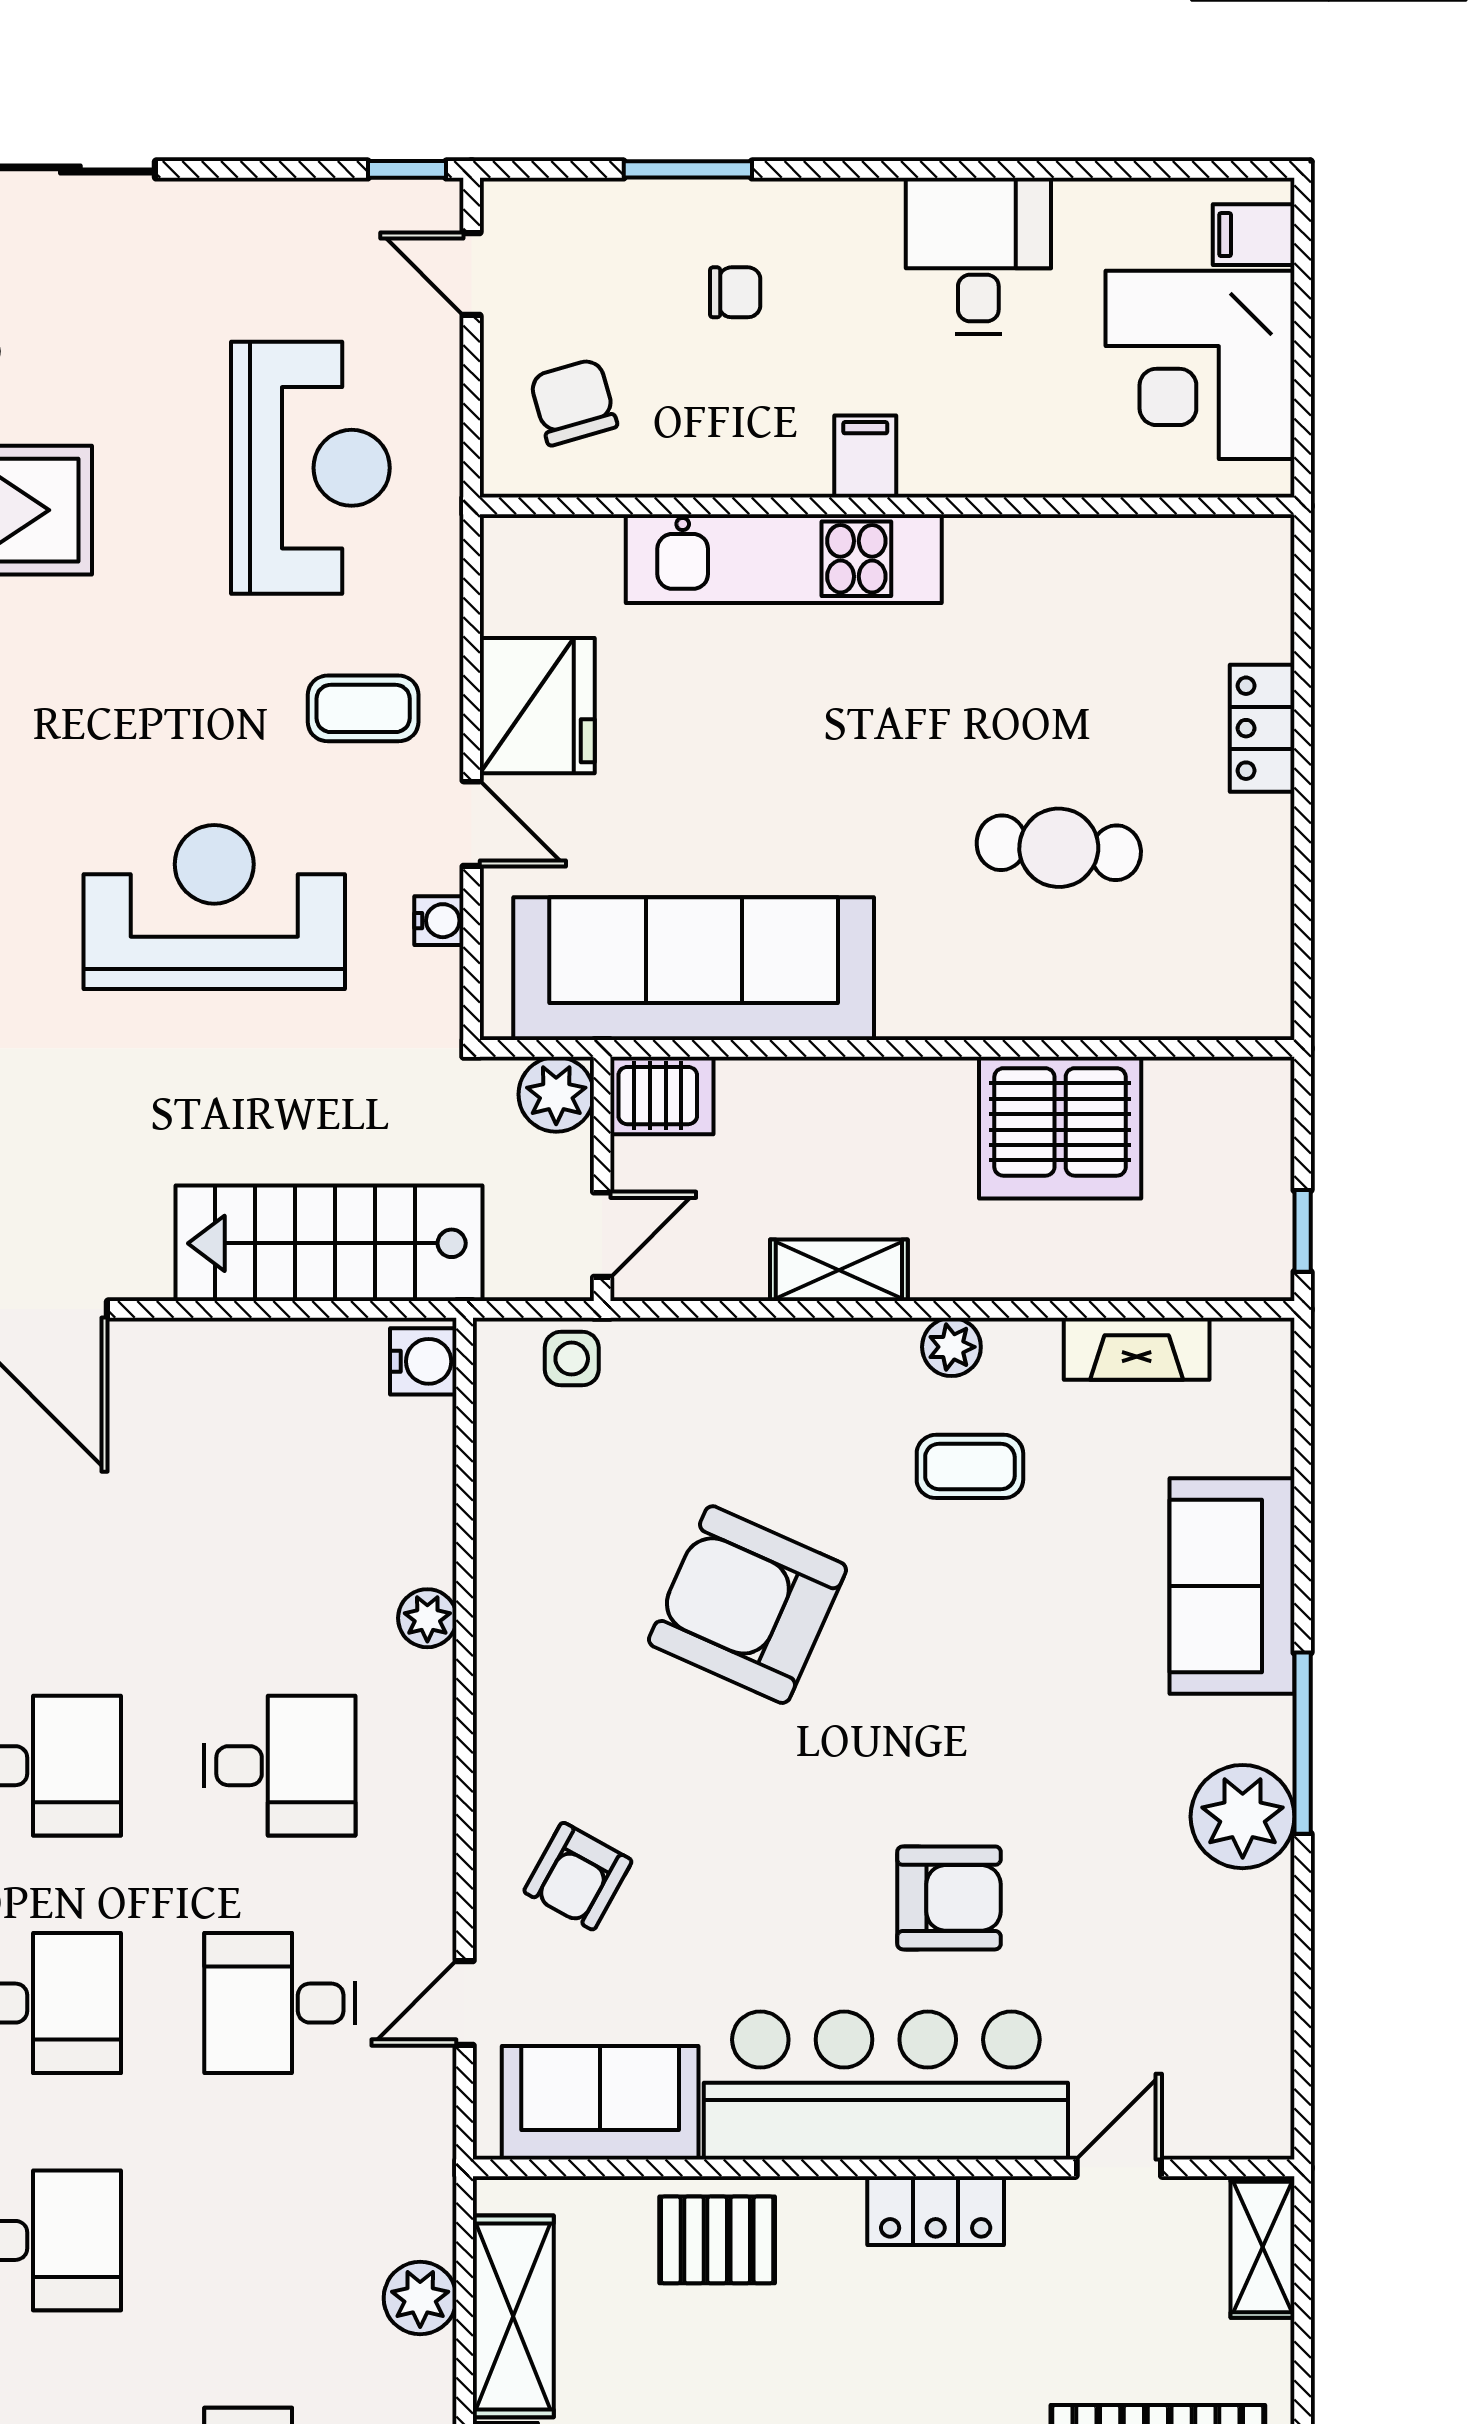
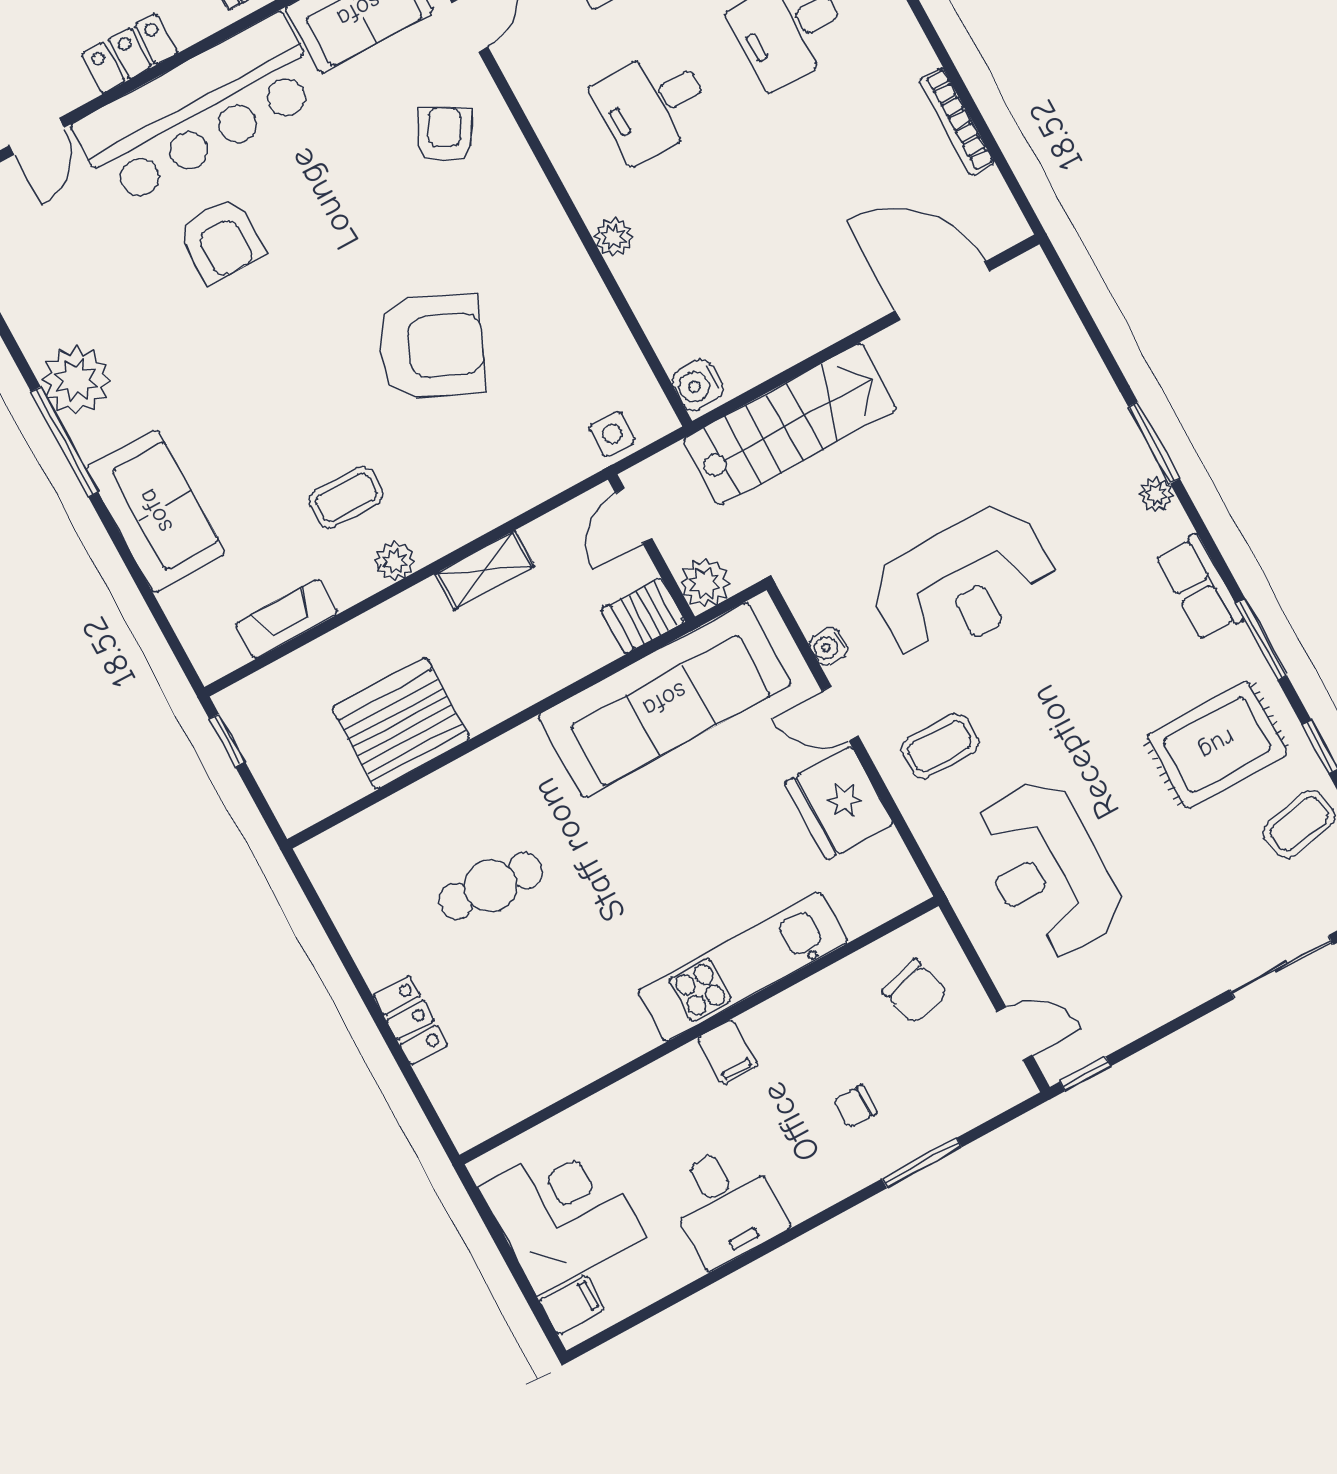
armchair: (949, 1898) -> (221, 240), turned -90

